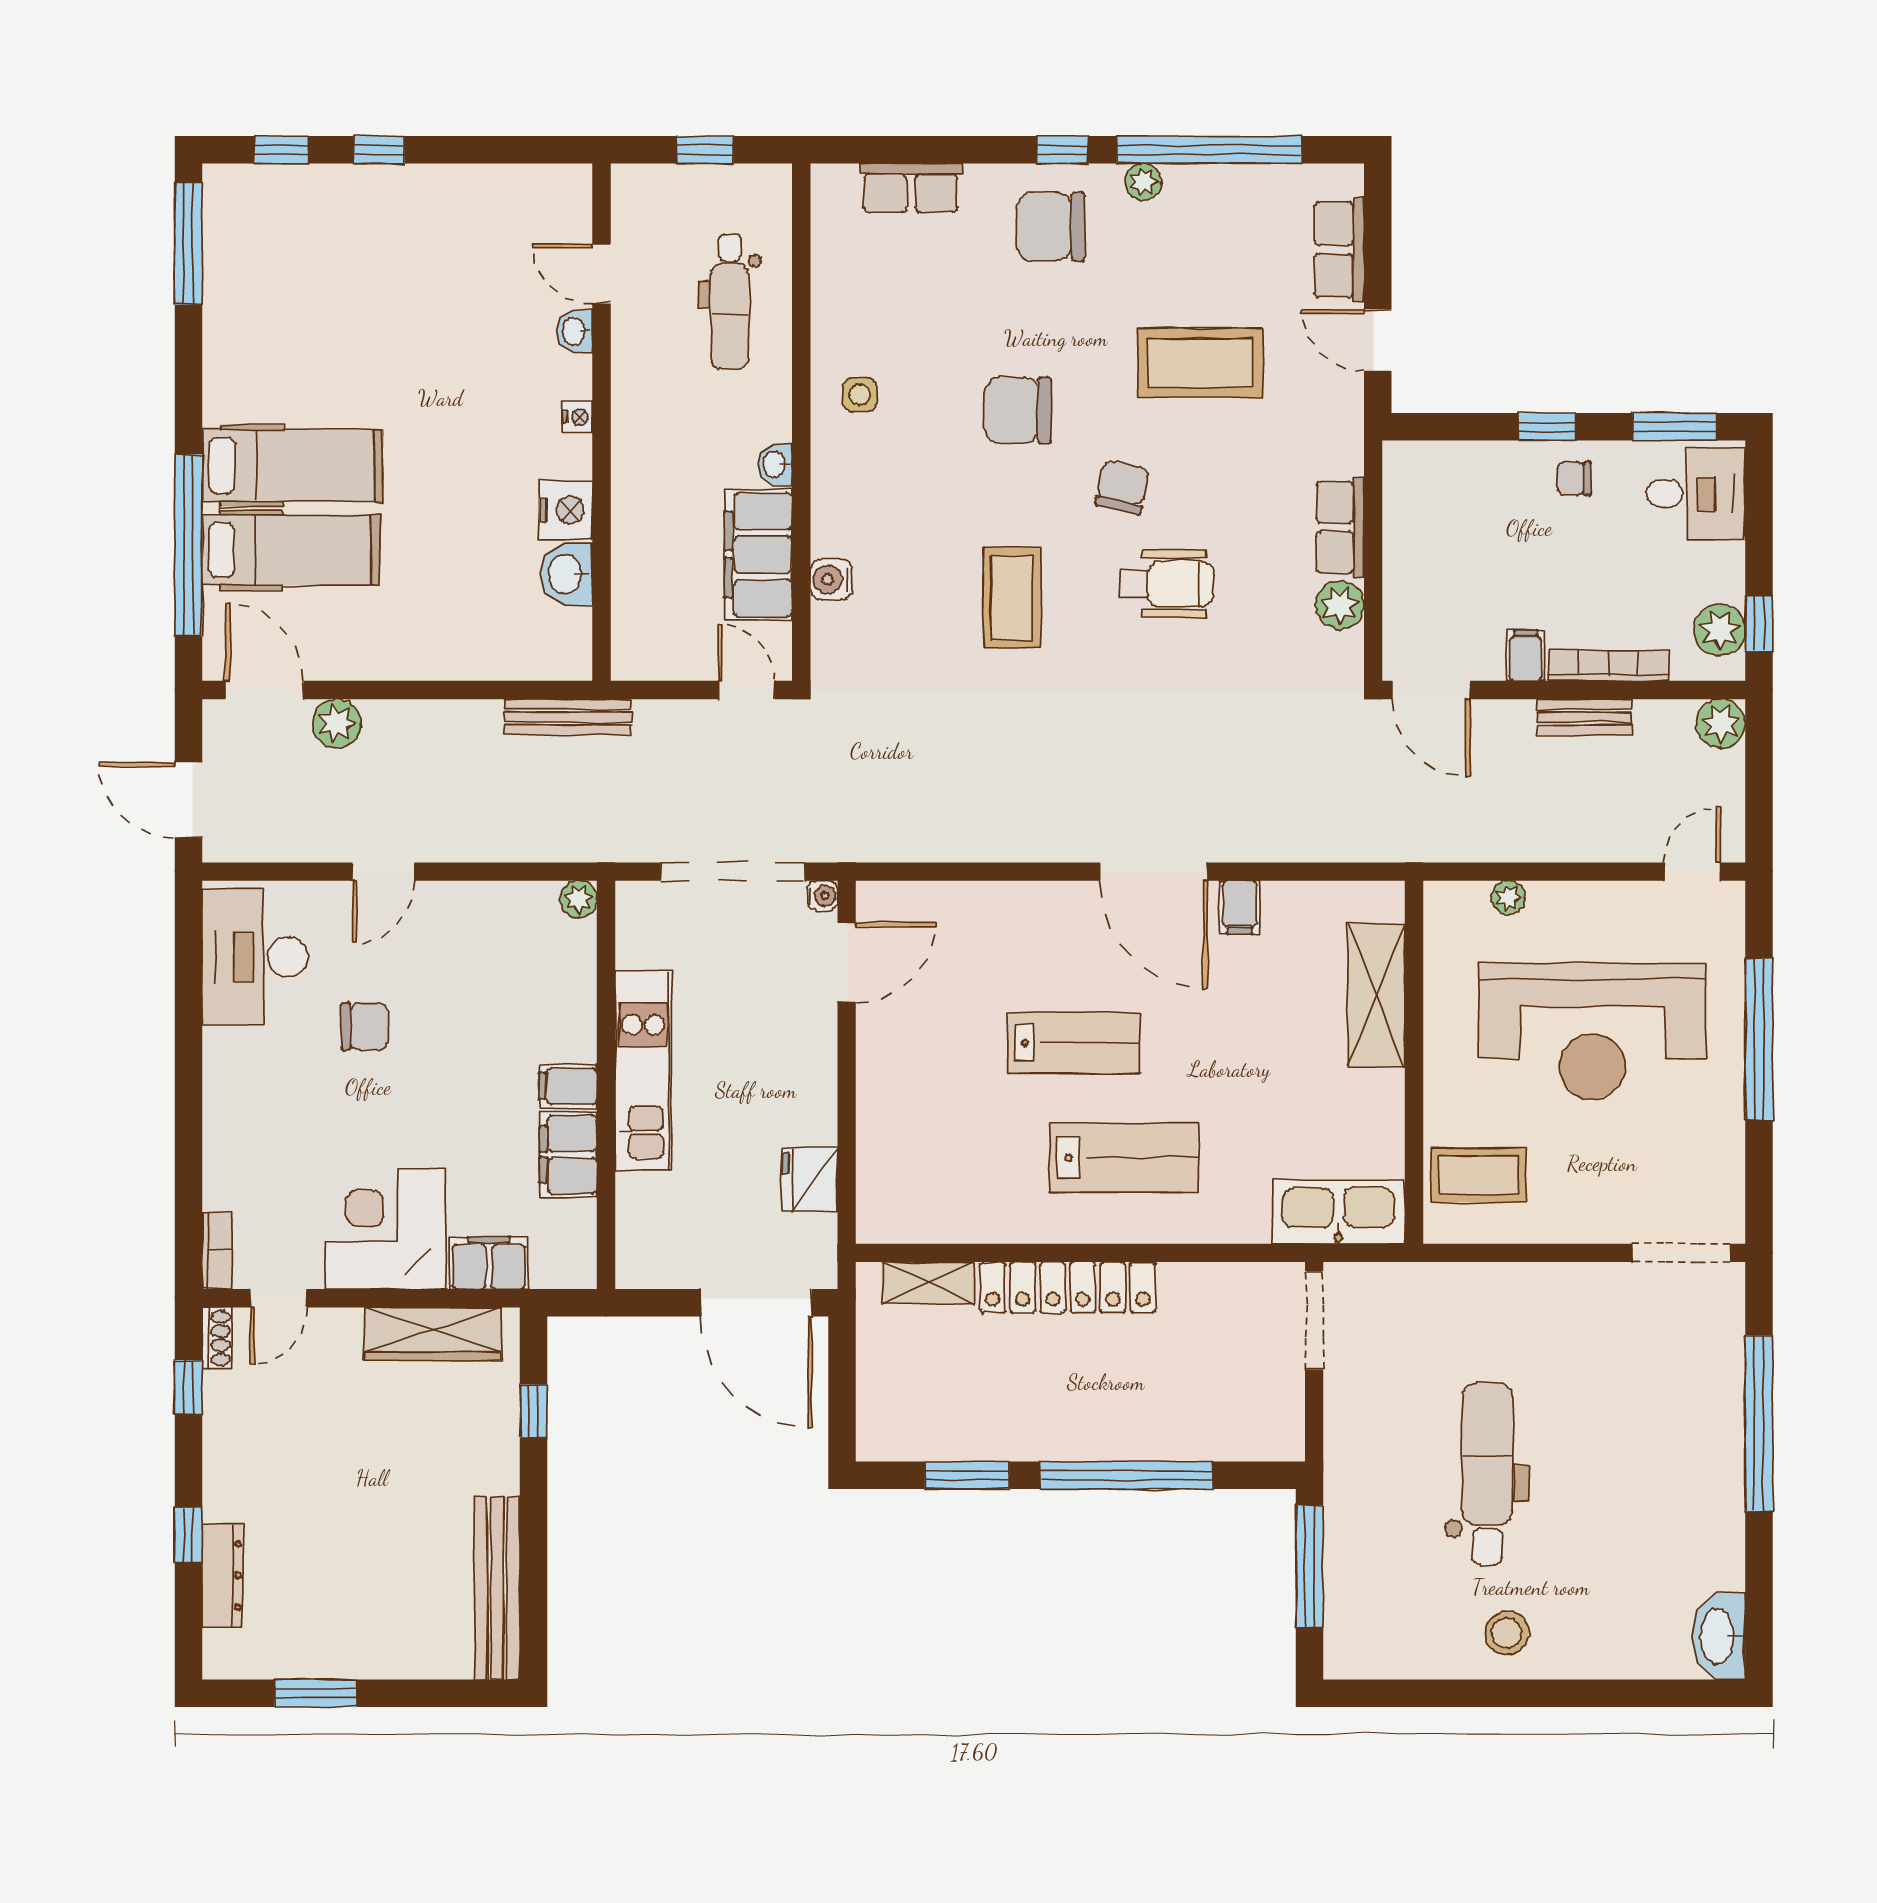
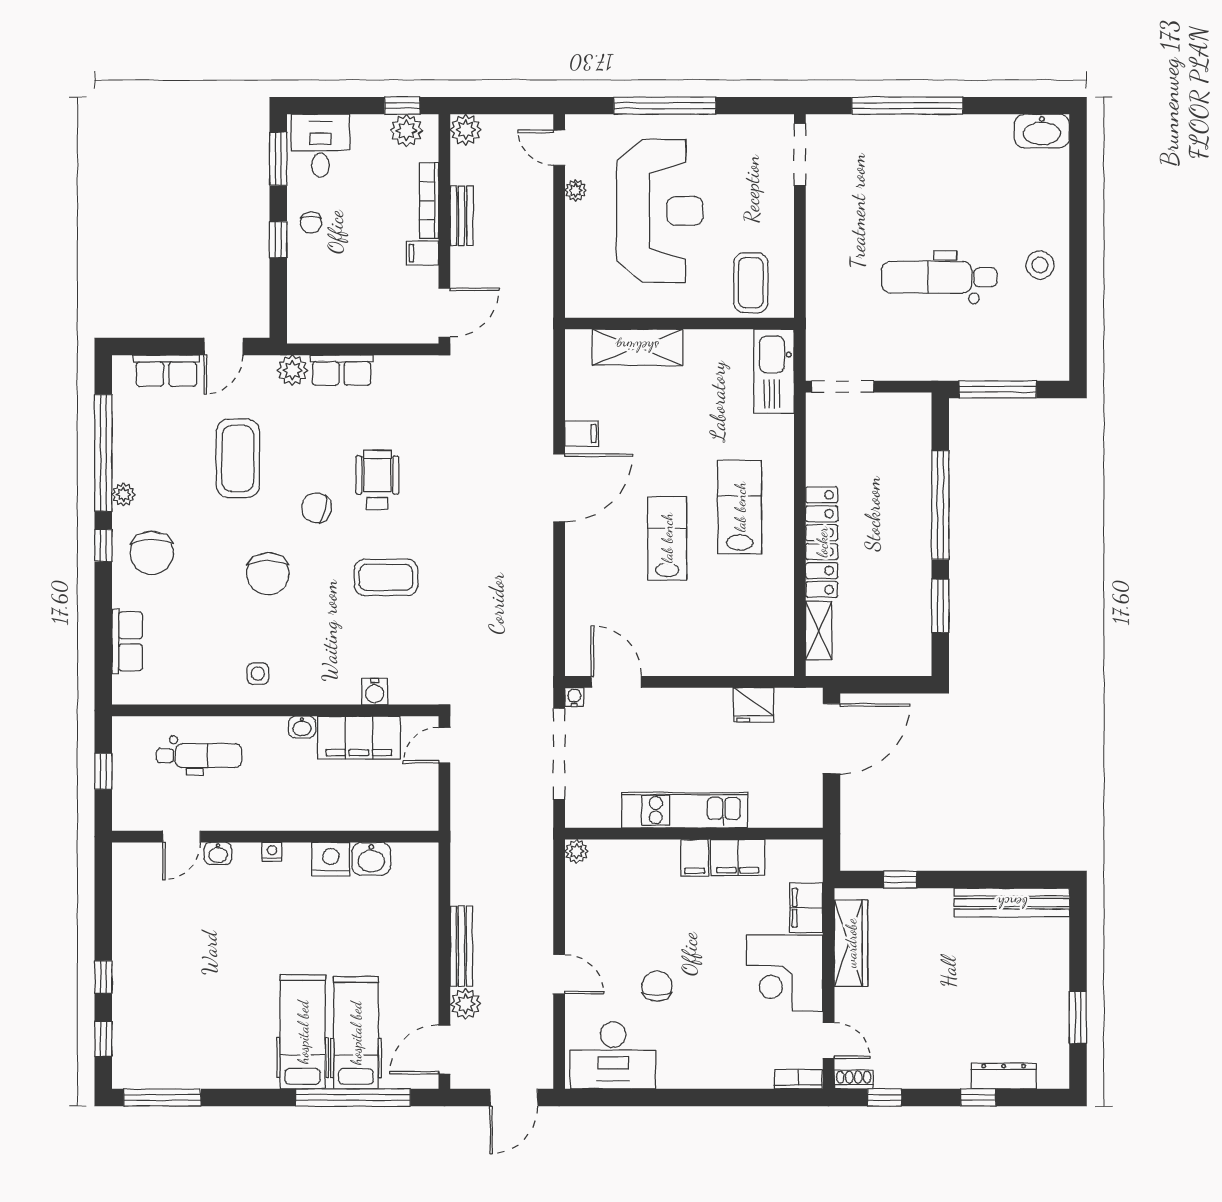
plant: (1340, 605) -> (292, 370), moved
bench: (568, 717) -> (461, 946), moved
plant: (1508, 898) -> (576, 190), moved

